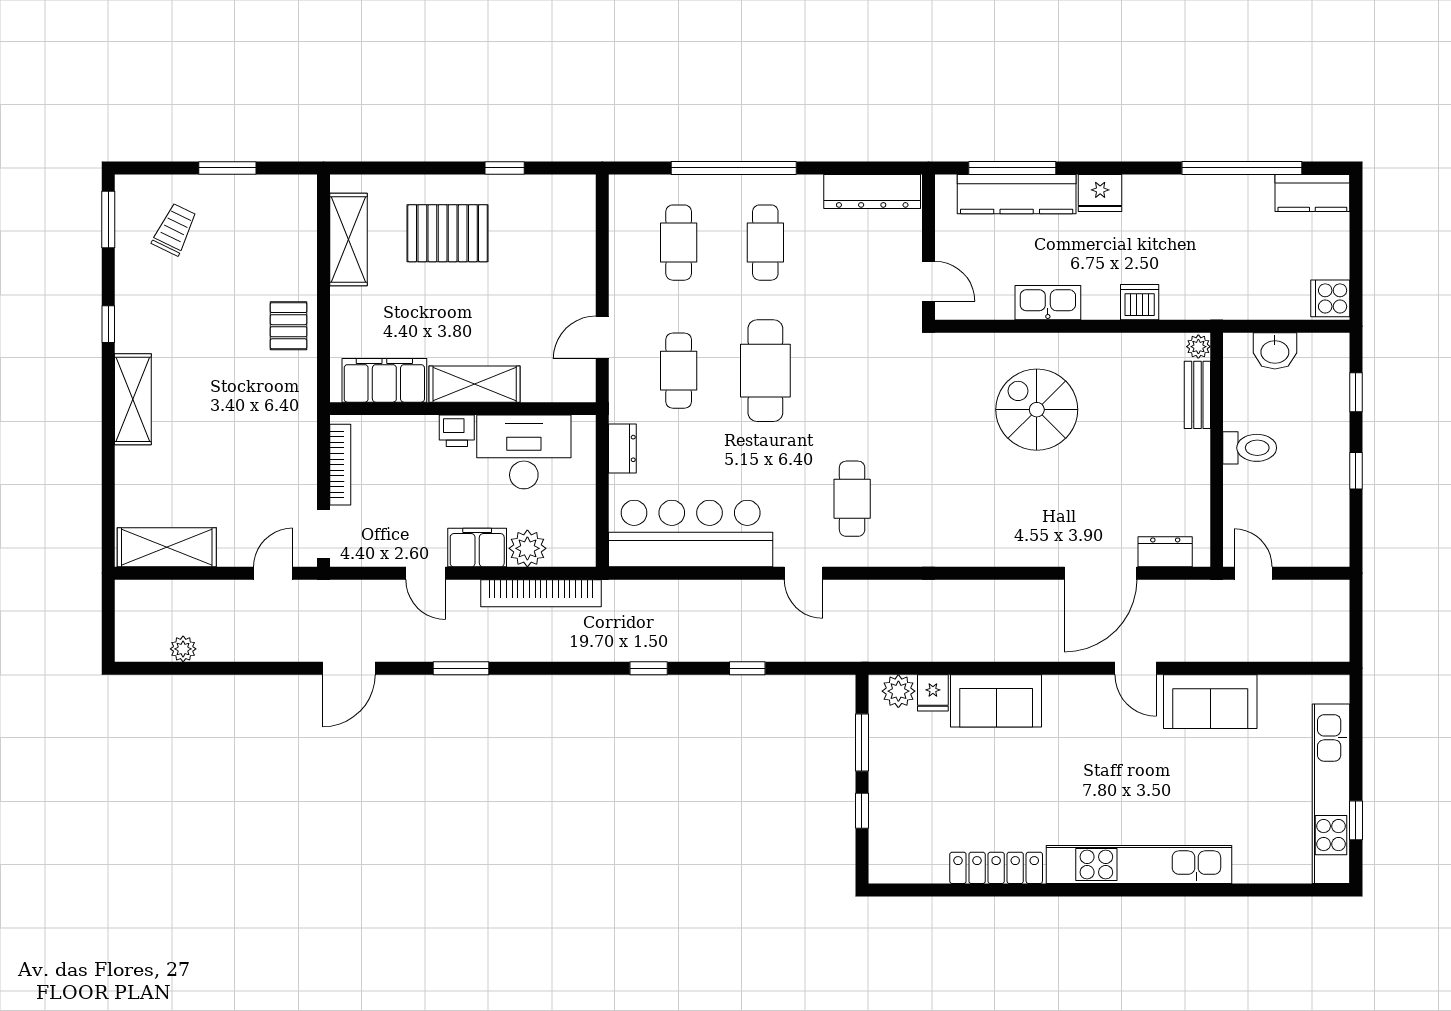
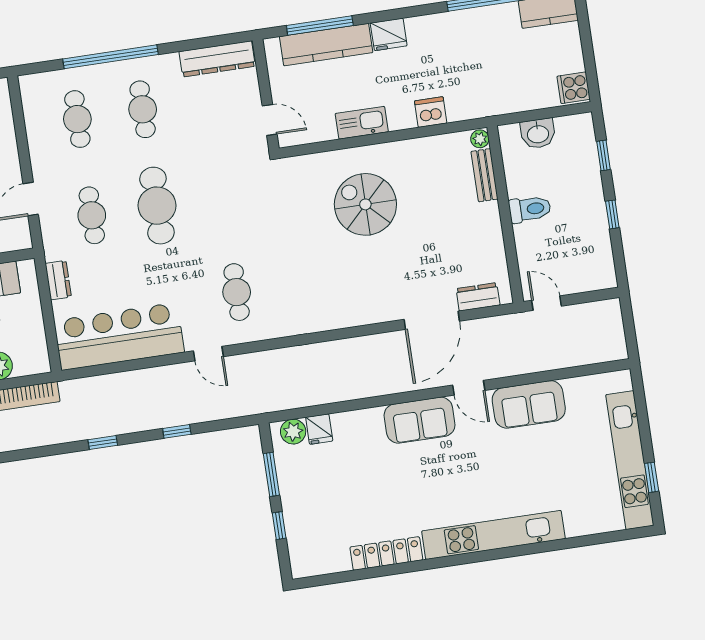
sofa: (996, 701) -> (420, 420), moved

